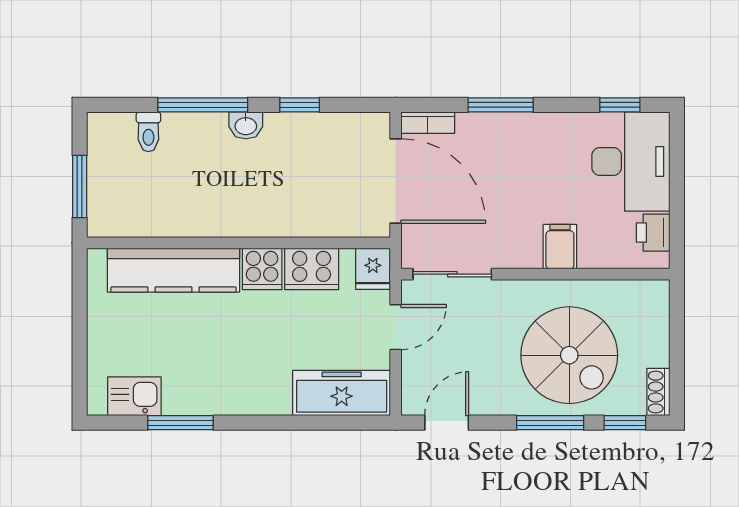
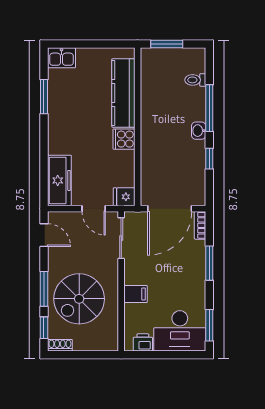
window: (620, 105) -> (209, 325), width x1.50
cooker: (312, 269) -> (124, 165), removed
kitchen sink: (134, 396) -> (61, 58), moved, turned 90

